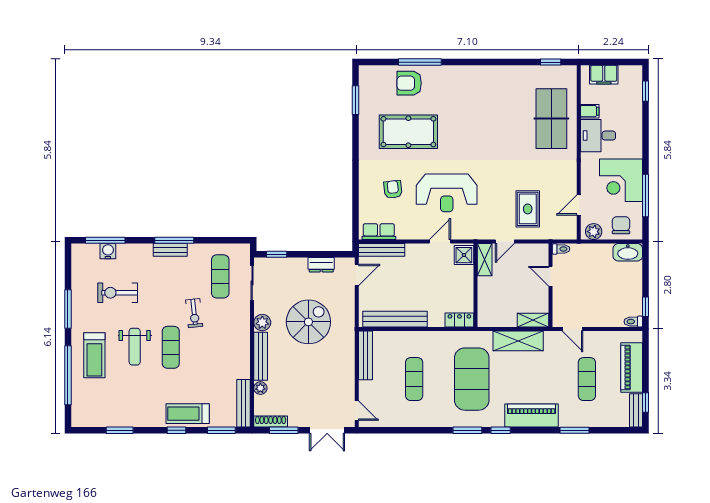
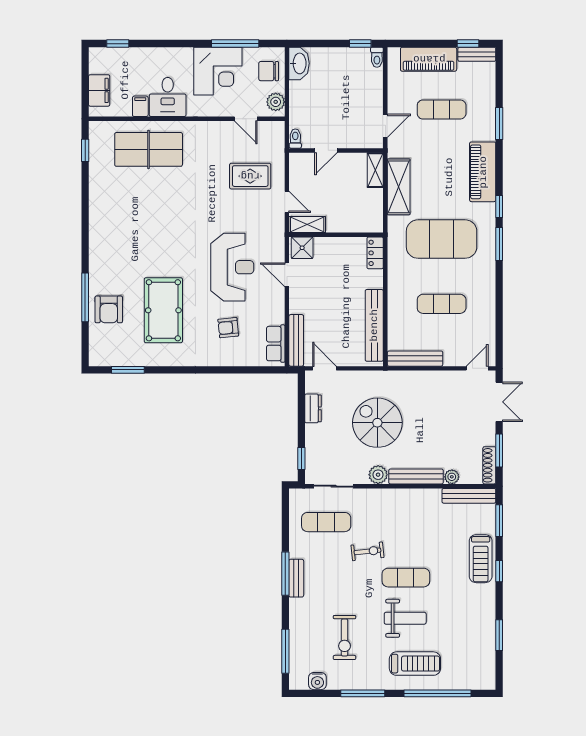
water cooler: (108, 251) -> (317, 681), moved, turned -90

